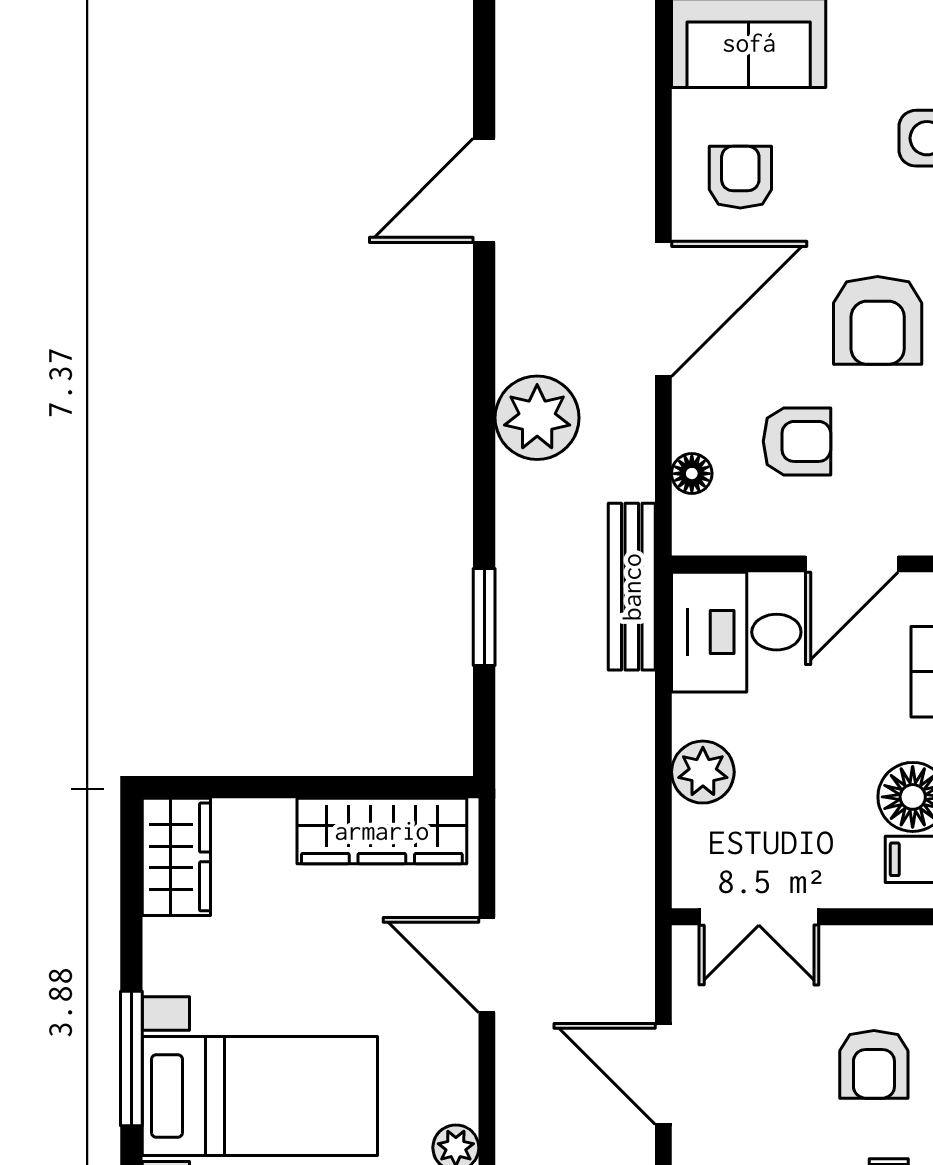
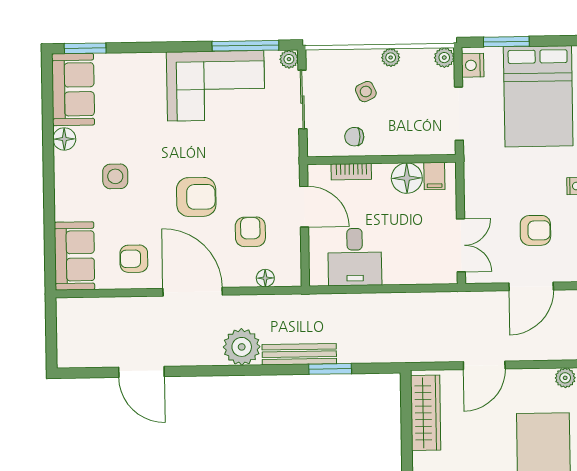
bench: (632, 587) -> (299, 354), moved
desk: (736, 632) -> (355, 257), moved
plant: (703, 772) -> (397, 271), removed
armchair: (874, 1064) -> (535, 230), moved

